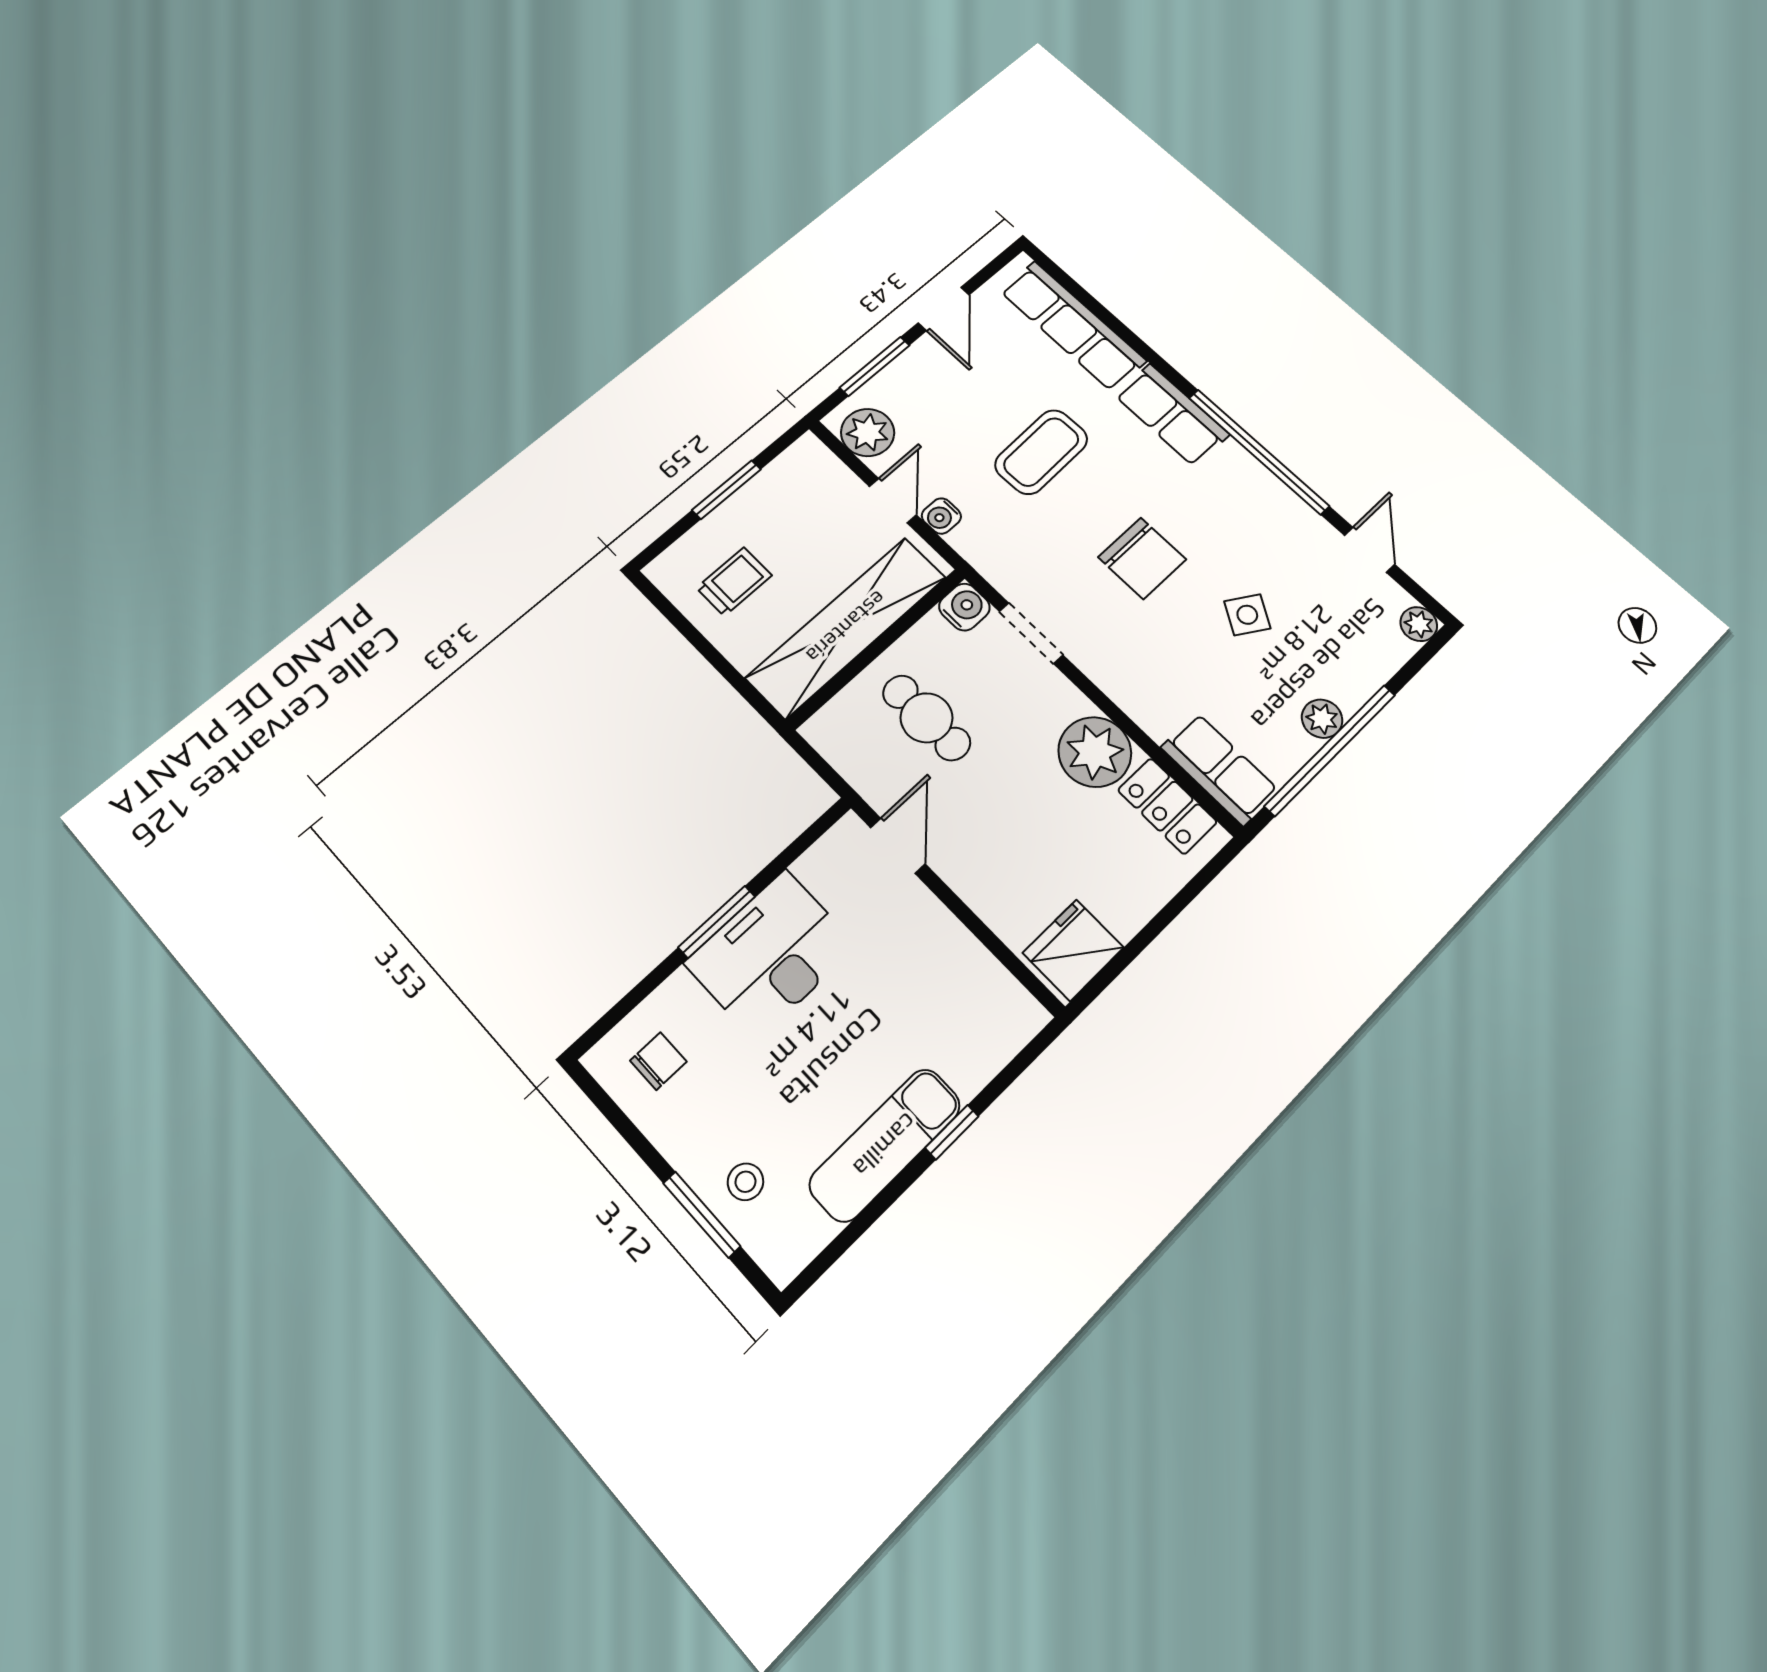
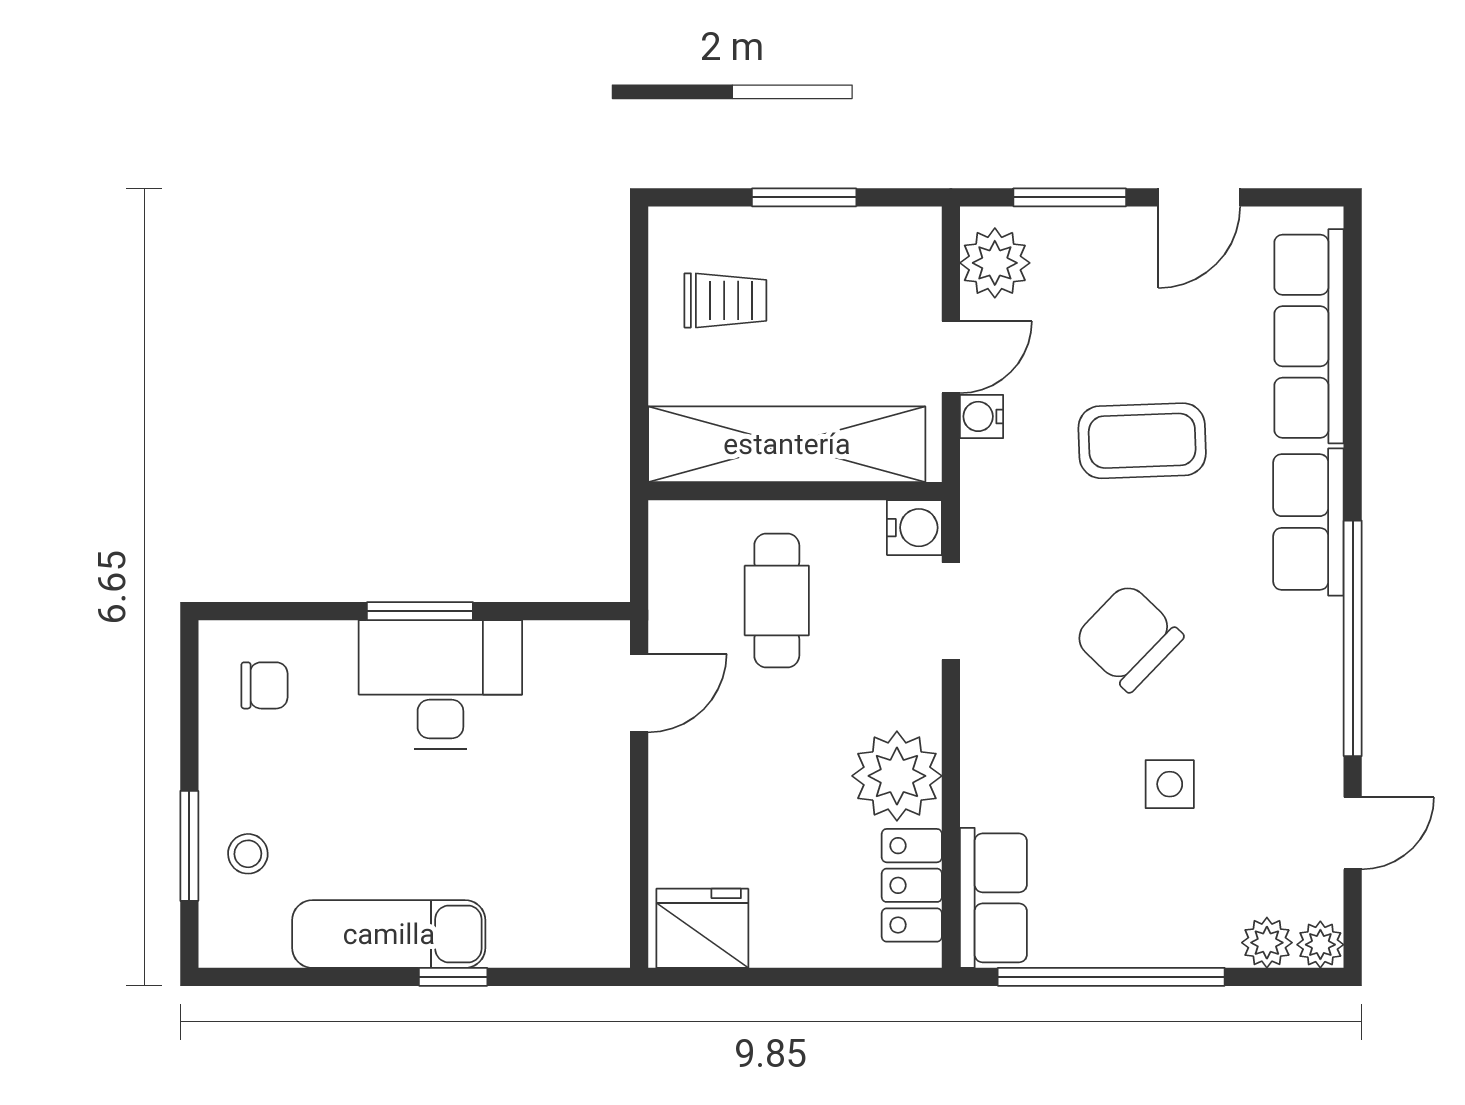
chair: (1142, 558) -> (1129, 637), turned 134
side table: (1247, 615) -> (1170, 784), turned -32
plant: (1322, 719) -> (1267, 943), moved

